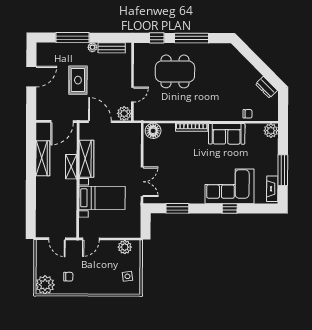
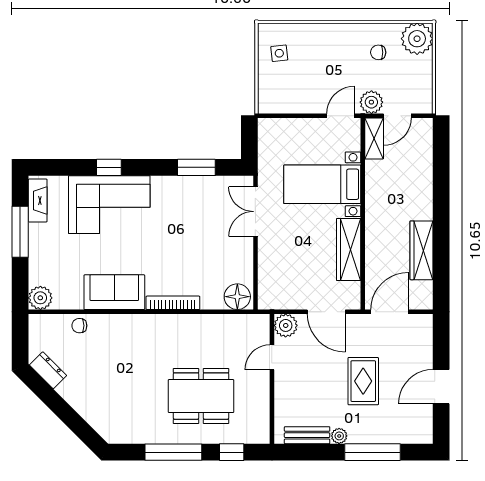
shelving: (71, 167) -> (374, 138), moved
door: (57, 239) -> (397, 116), swing flipped
plant: (125, 247) -> (371, 102), moved

